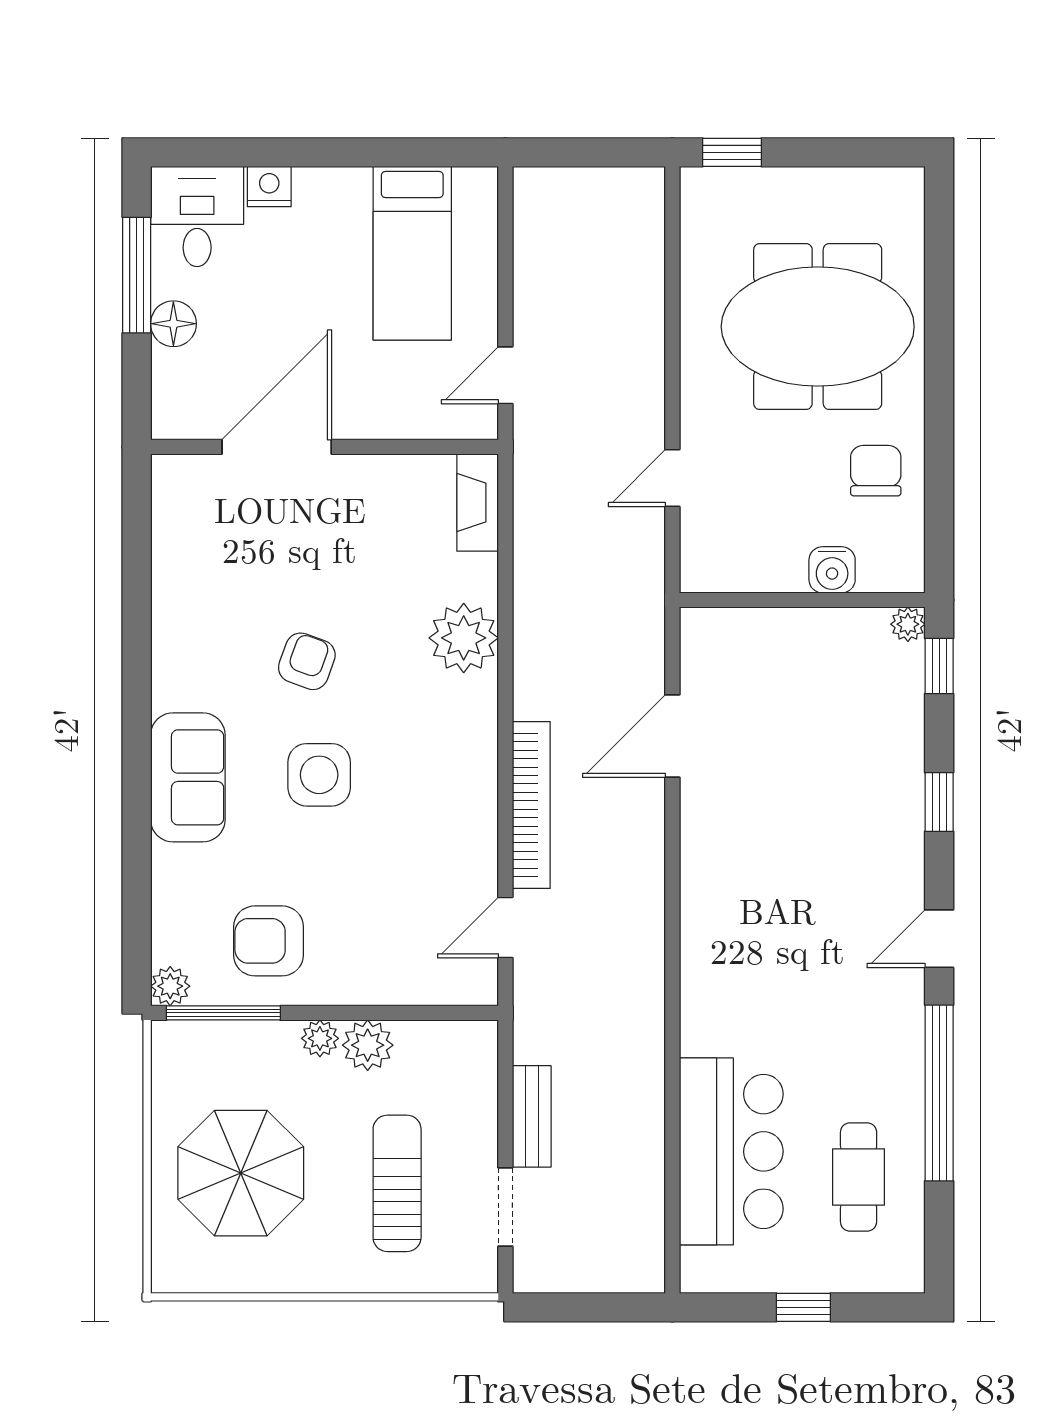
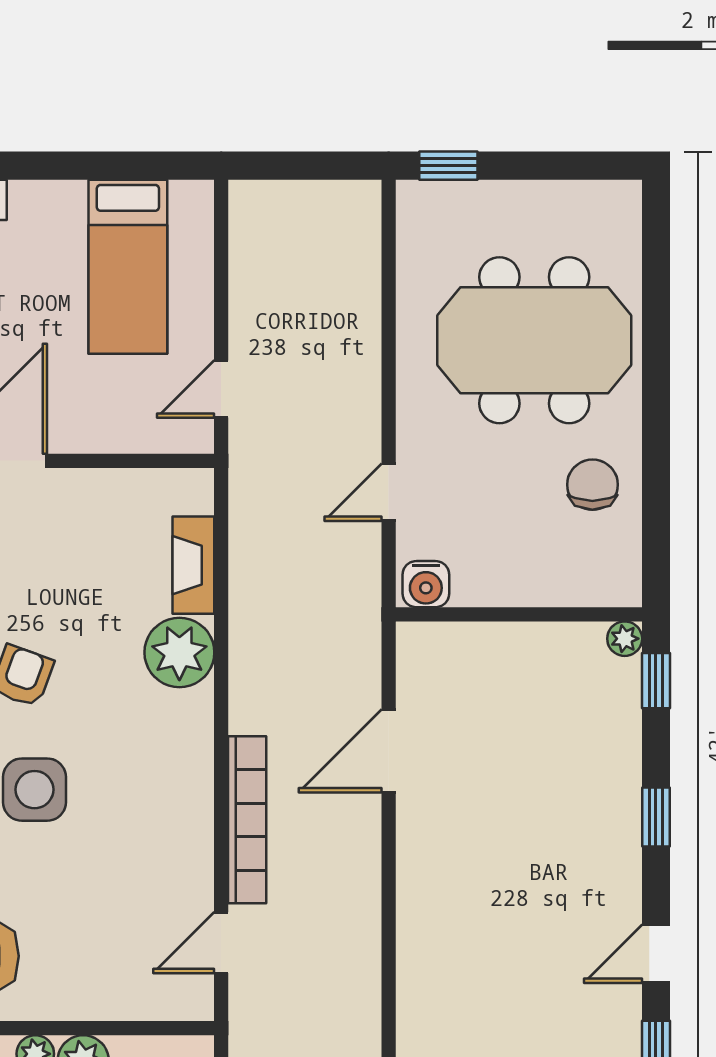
fireplace: (478, 503) -> (193, 565), moved
water cooler: (832, 570) -> (426, 584), moved

